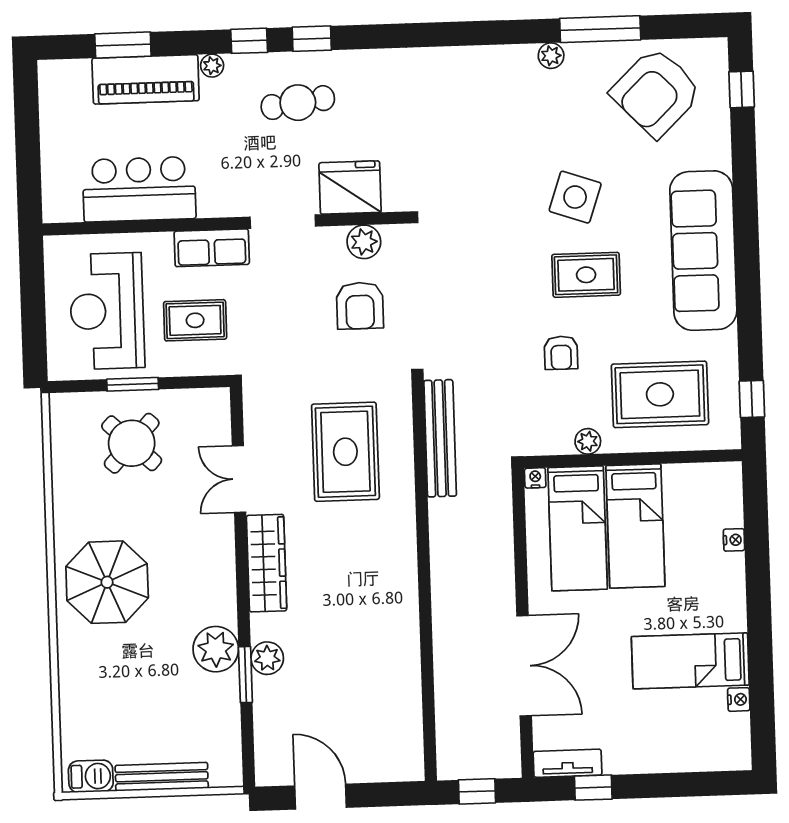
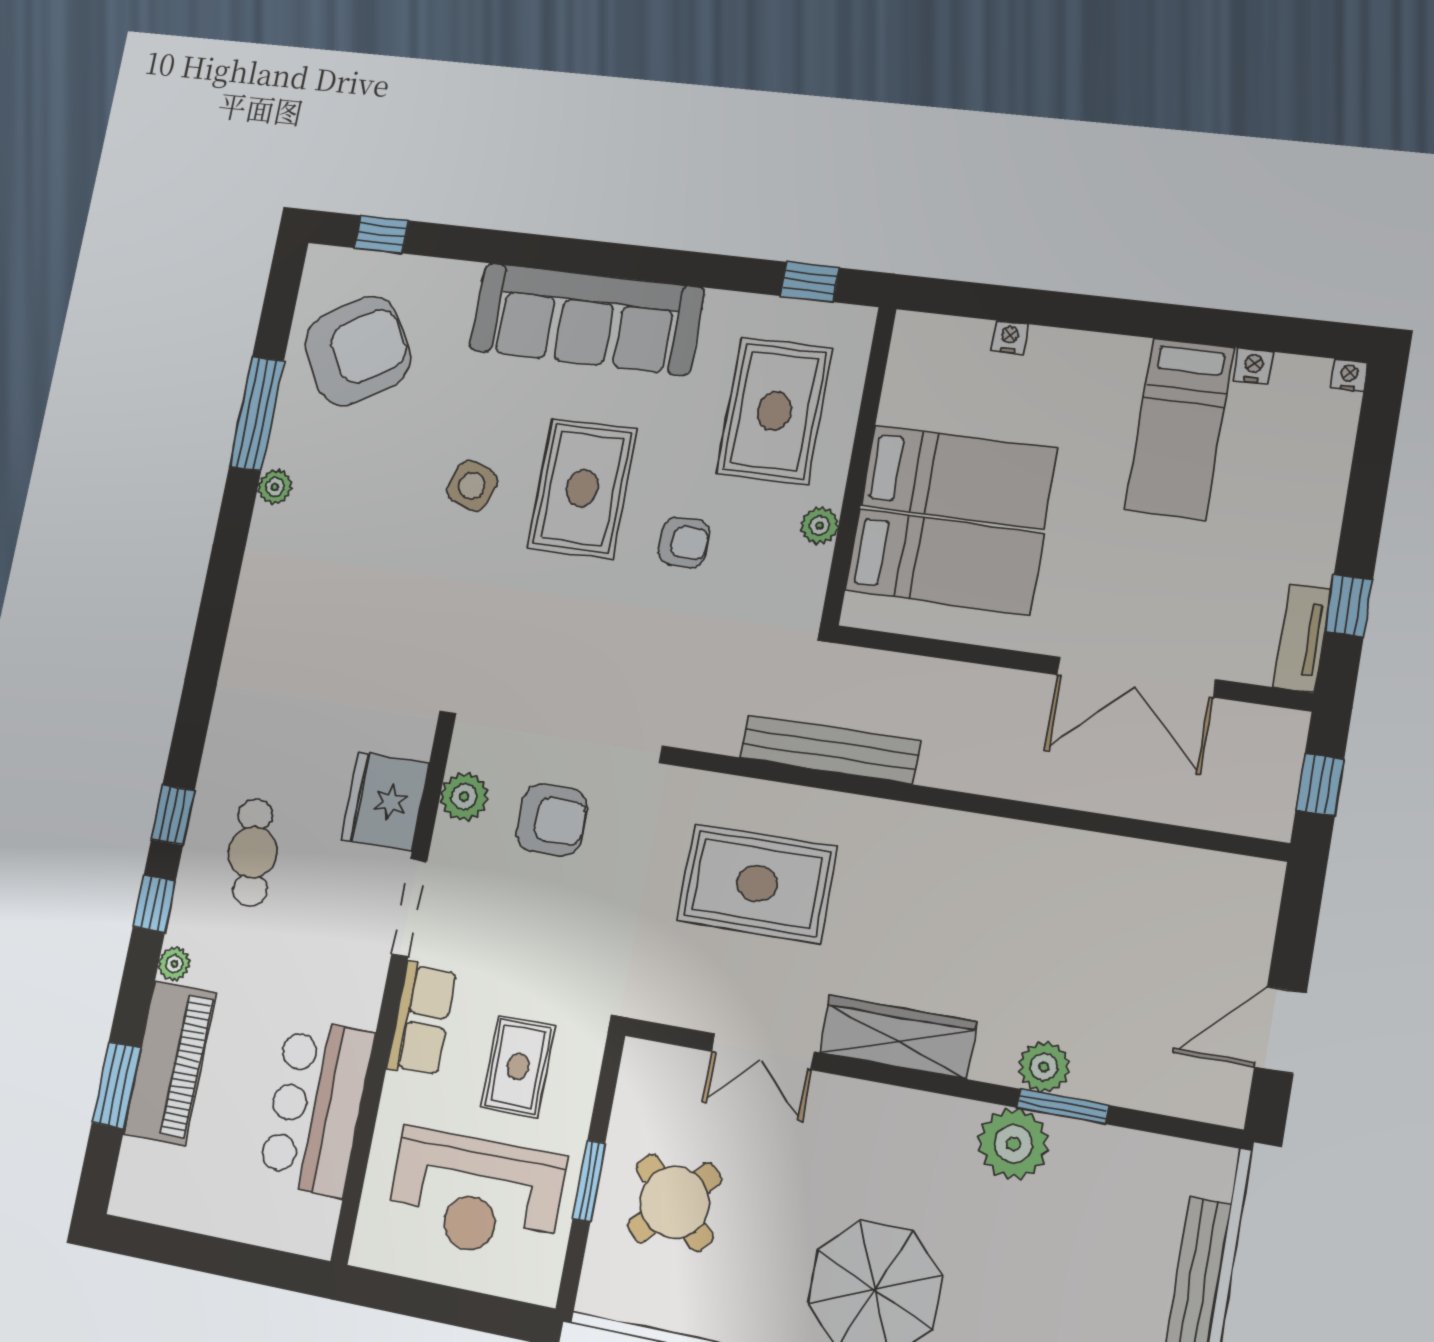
armchair: (656, 92) -> (358, 351), turned -77
side table: (575, 197) -> (472, 486), width x0.73, depth x0.73
rug: (586, 275) -> (582, 488), width x1.36, depth x1.43
bench: (440, 438) -> (830, 749), moved
nightstand: (535, 478) -> (1349, 375), moved, turned 90
double door: (524, 666) -> (1136, 677), swing flipped

